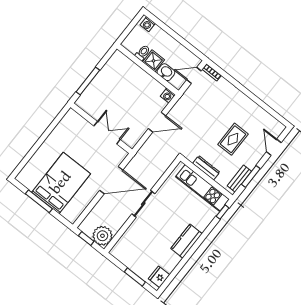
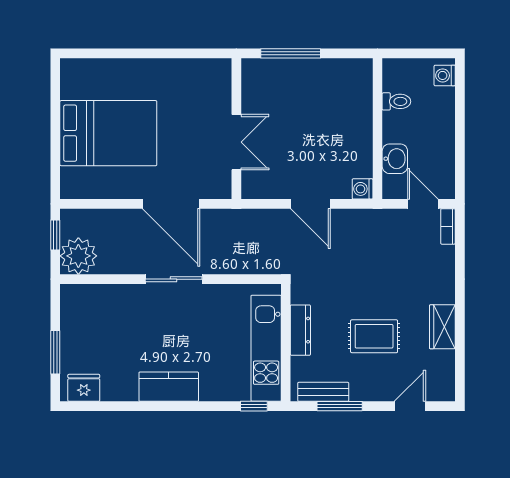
shower: (153, 61) -> (397, 127), removed
wardrobe: (251, 108) -> (442, 327), added
window: (39, 201) -> (55, 121), removed

